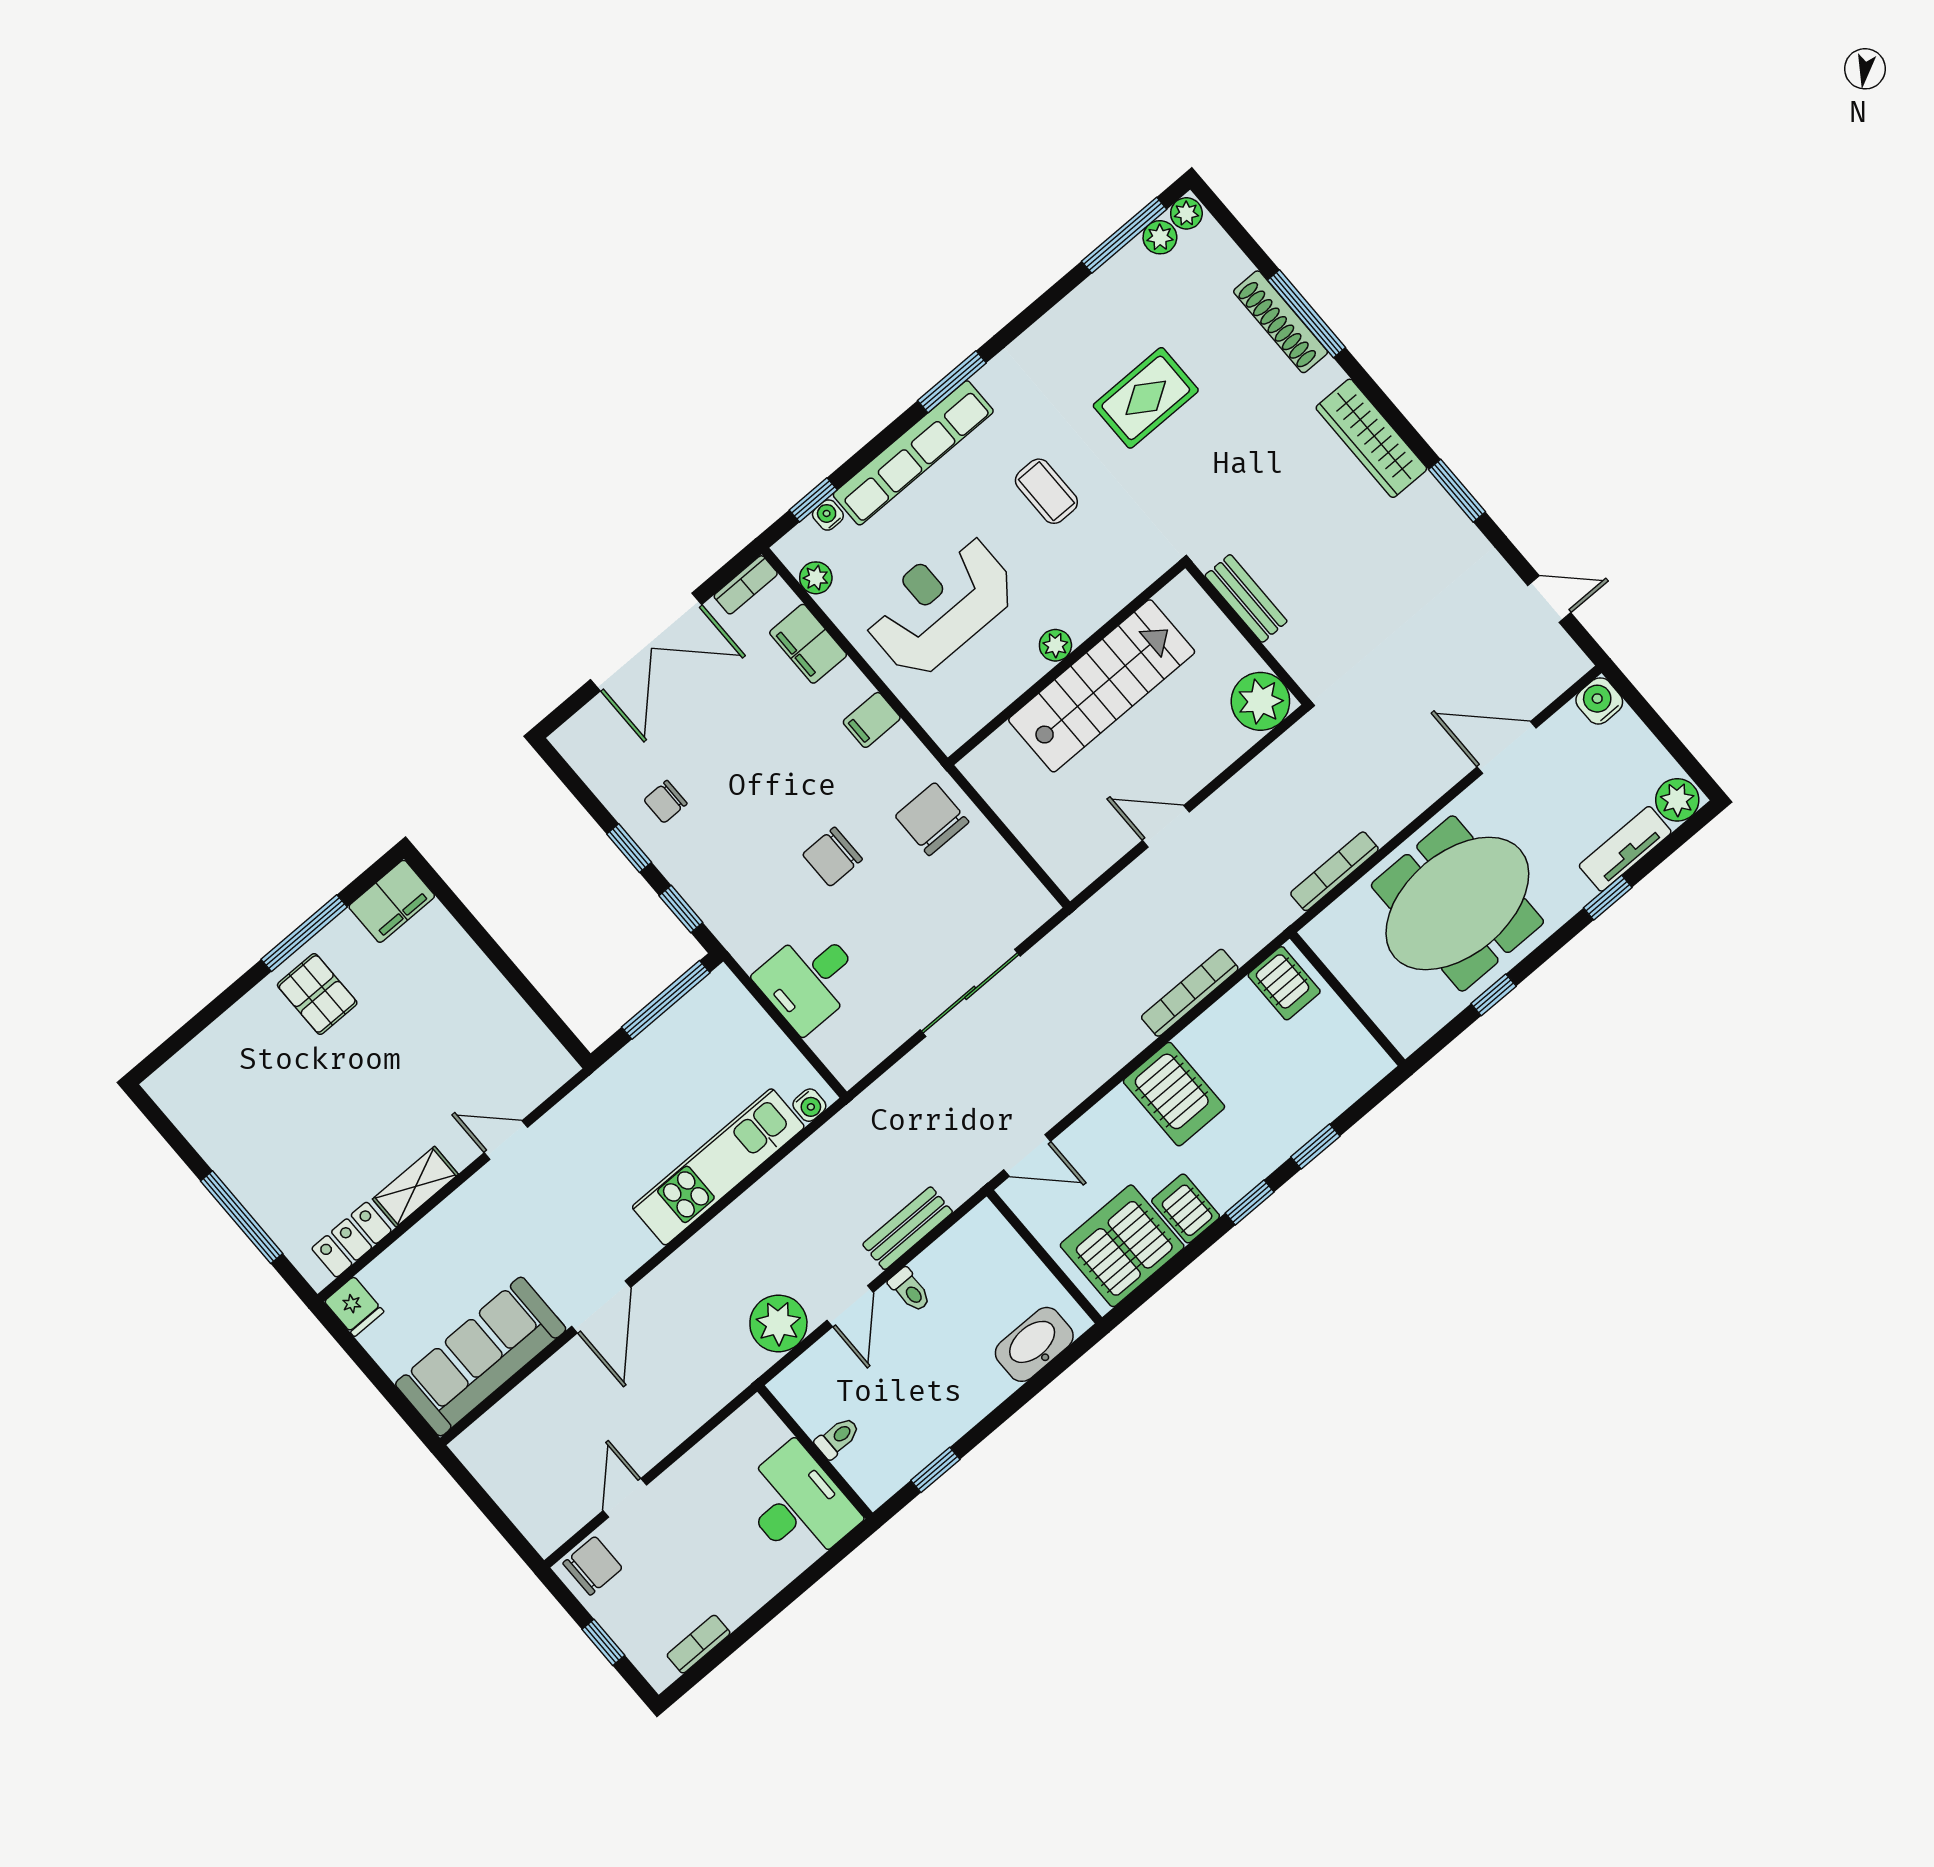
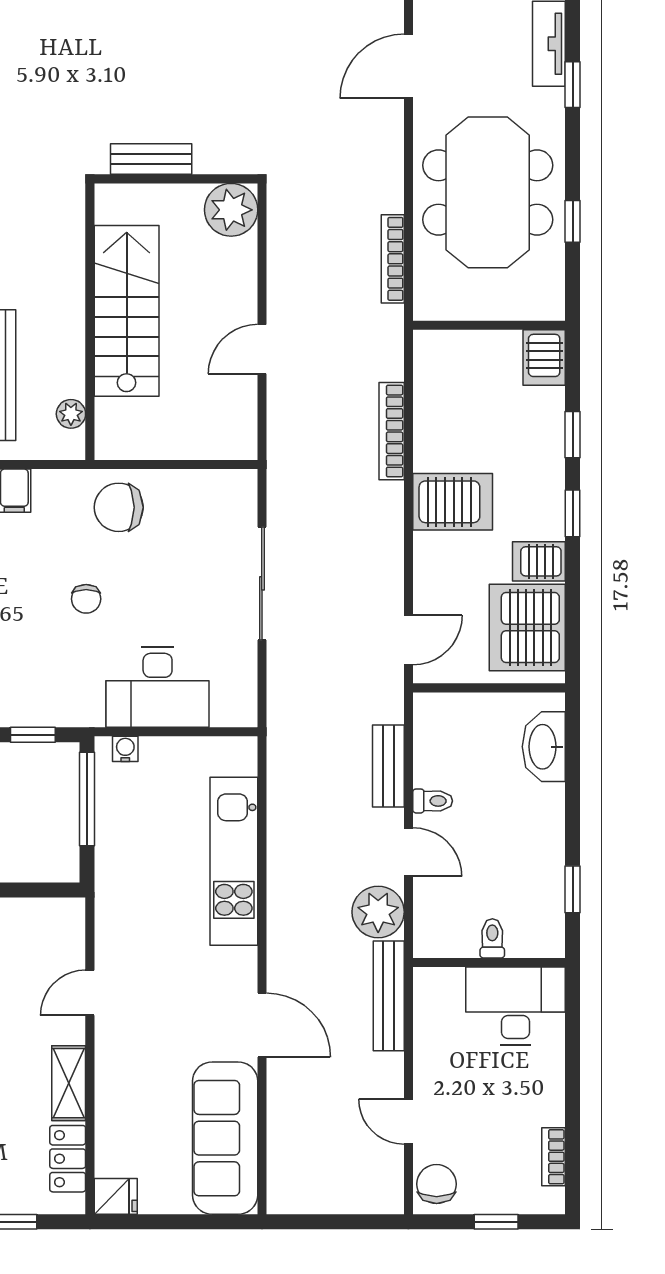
plant: (1055, 645) -> (71, 414), moved
chair: (832, 857) -> (86, 599), width x0.73, depth x0.73
desk: (809, 979) -> (158, 687), width x1.37
server rack: (1284, 983) -> (544, 358), moved, turned 90
water cooler: (809, 1105) -> (125, 749), moved, turned -90
bench: (716, 1392) -> (389, 996), added

